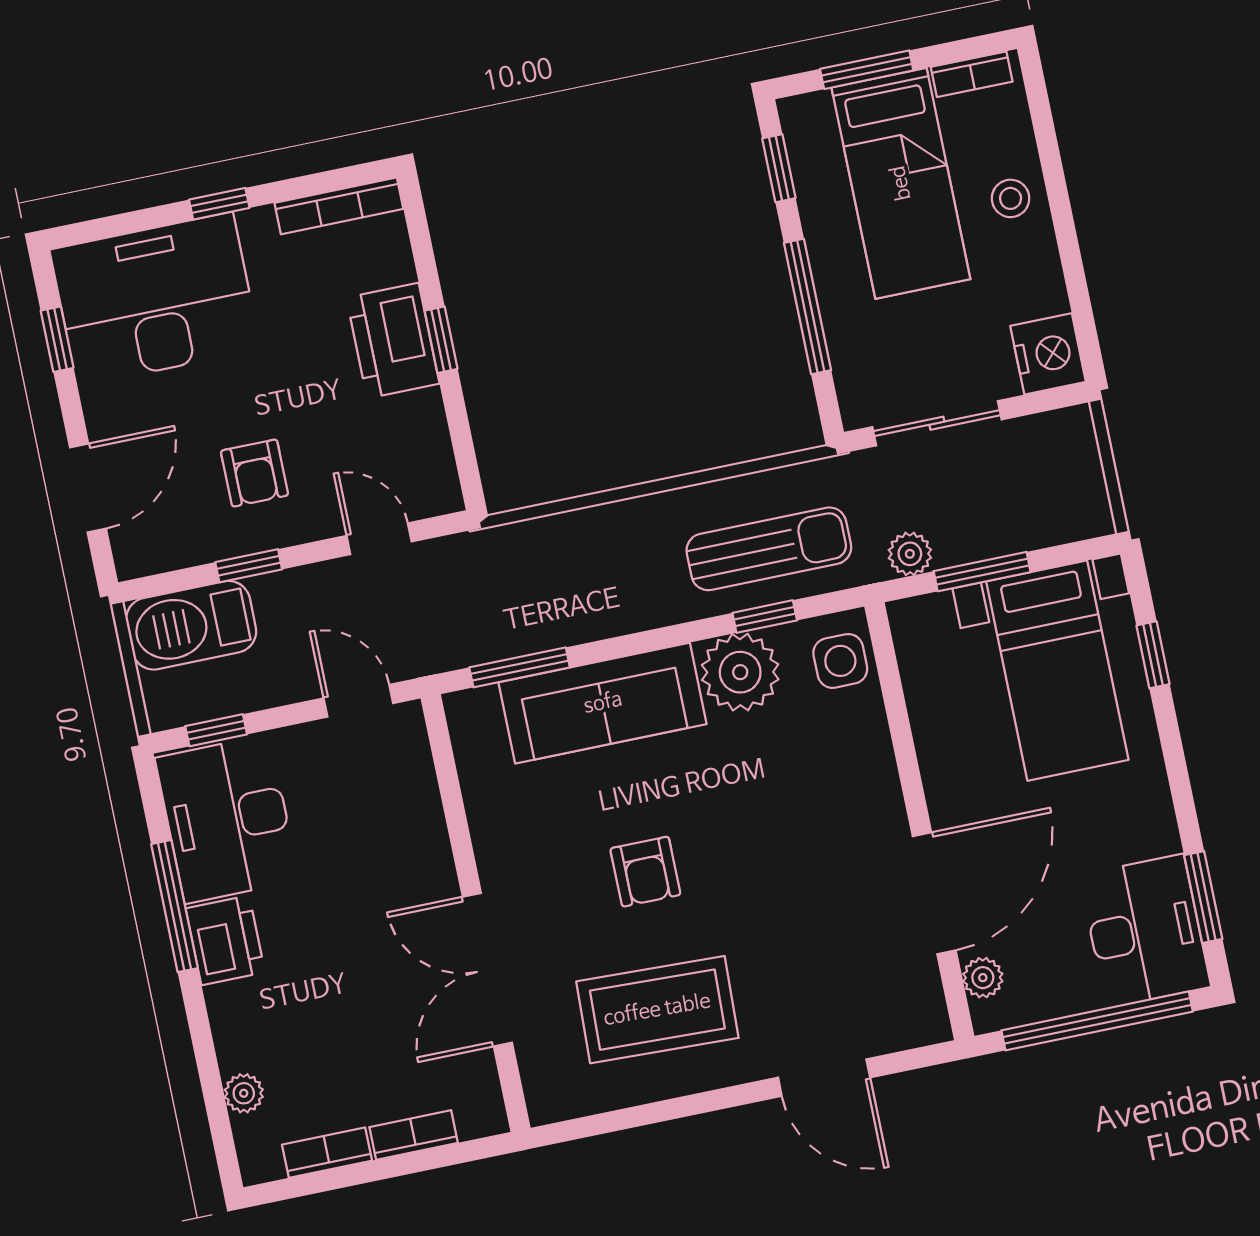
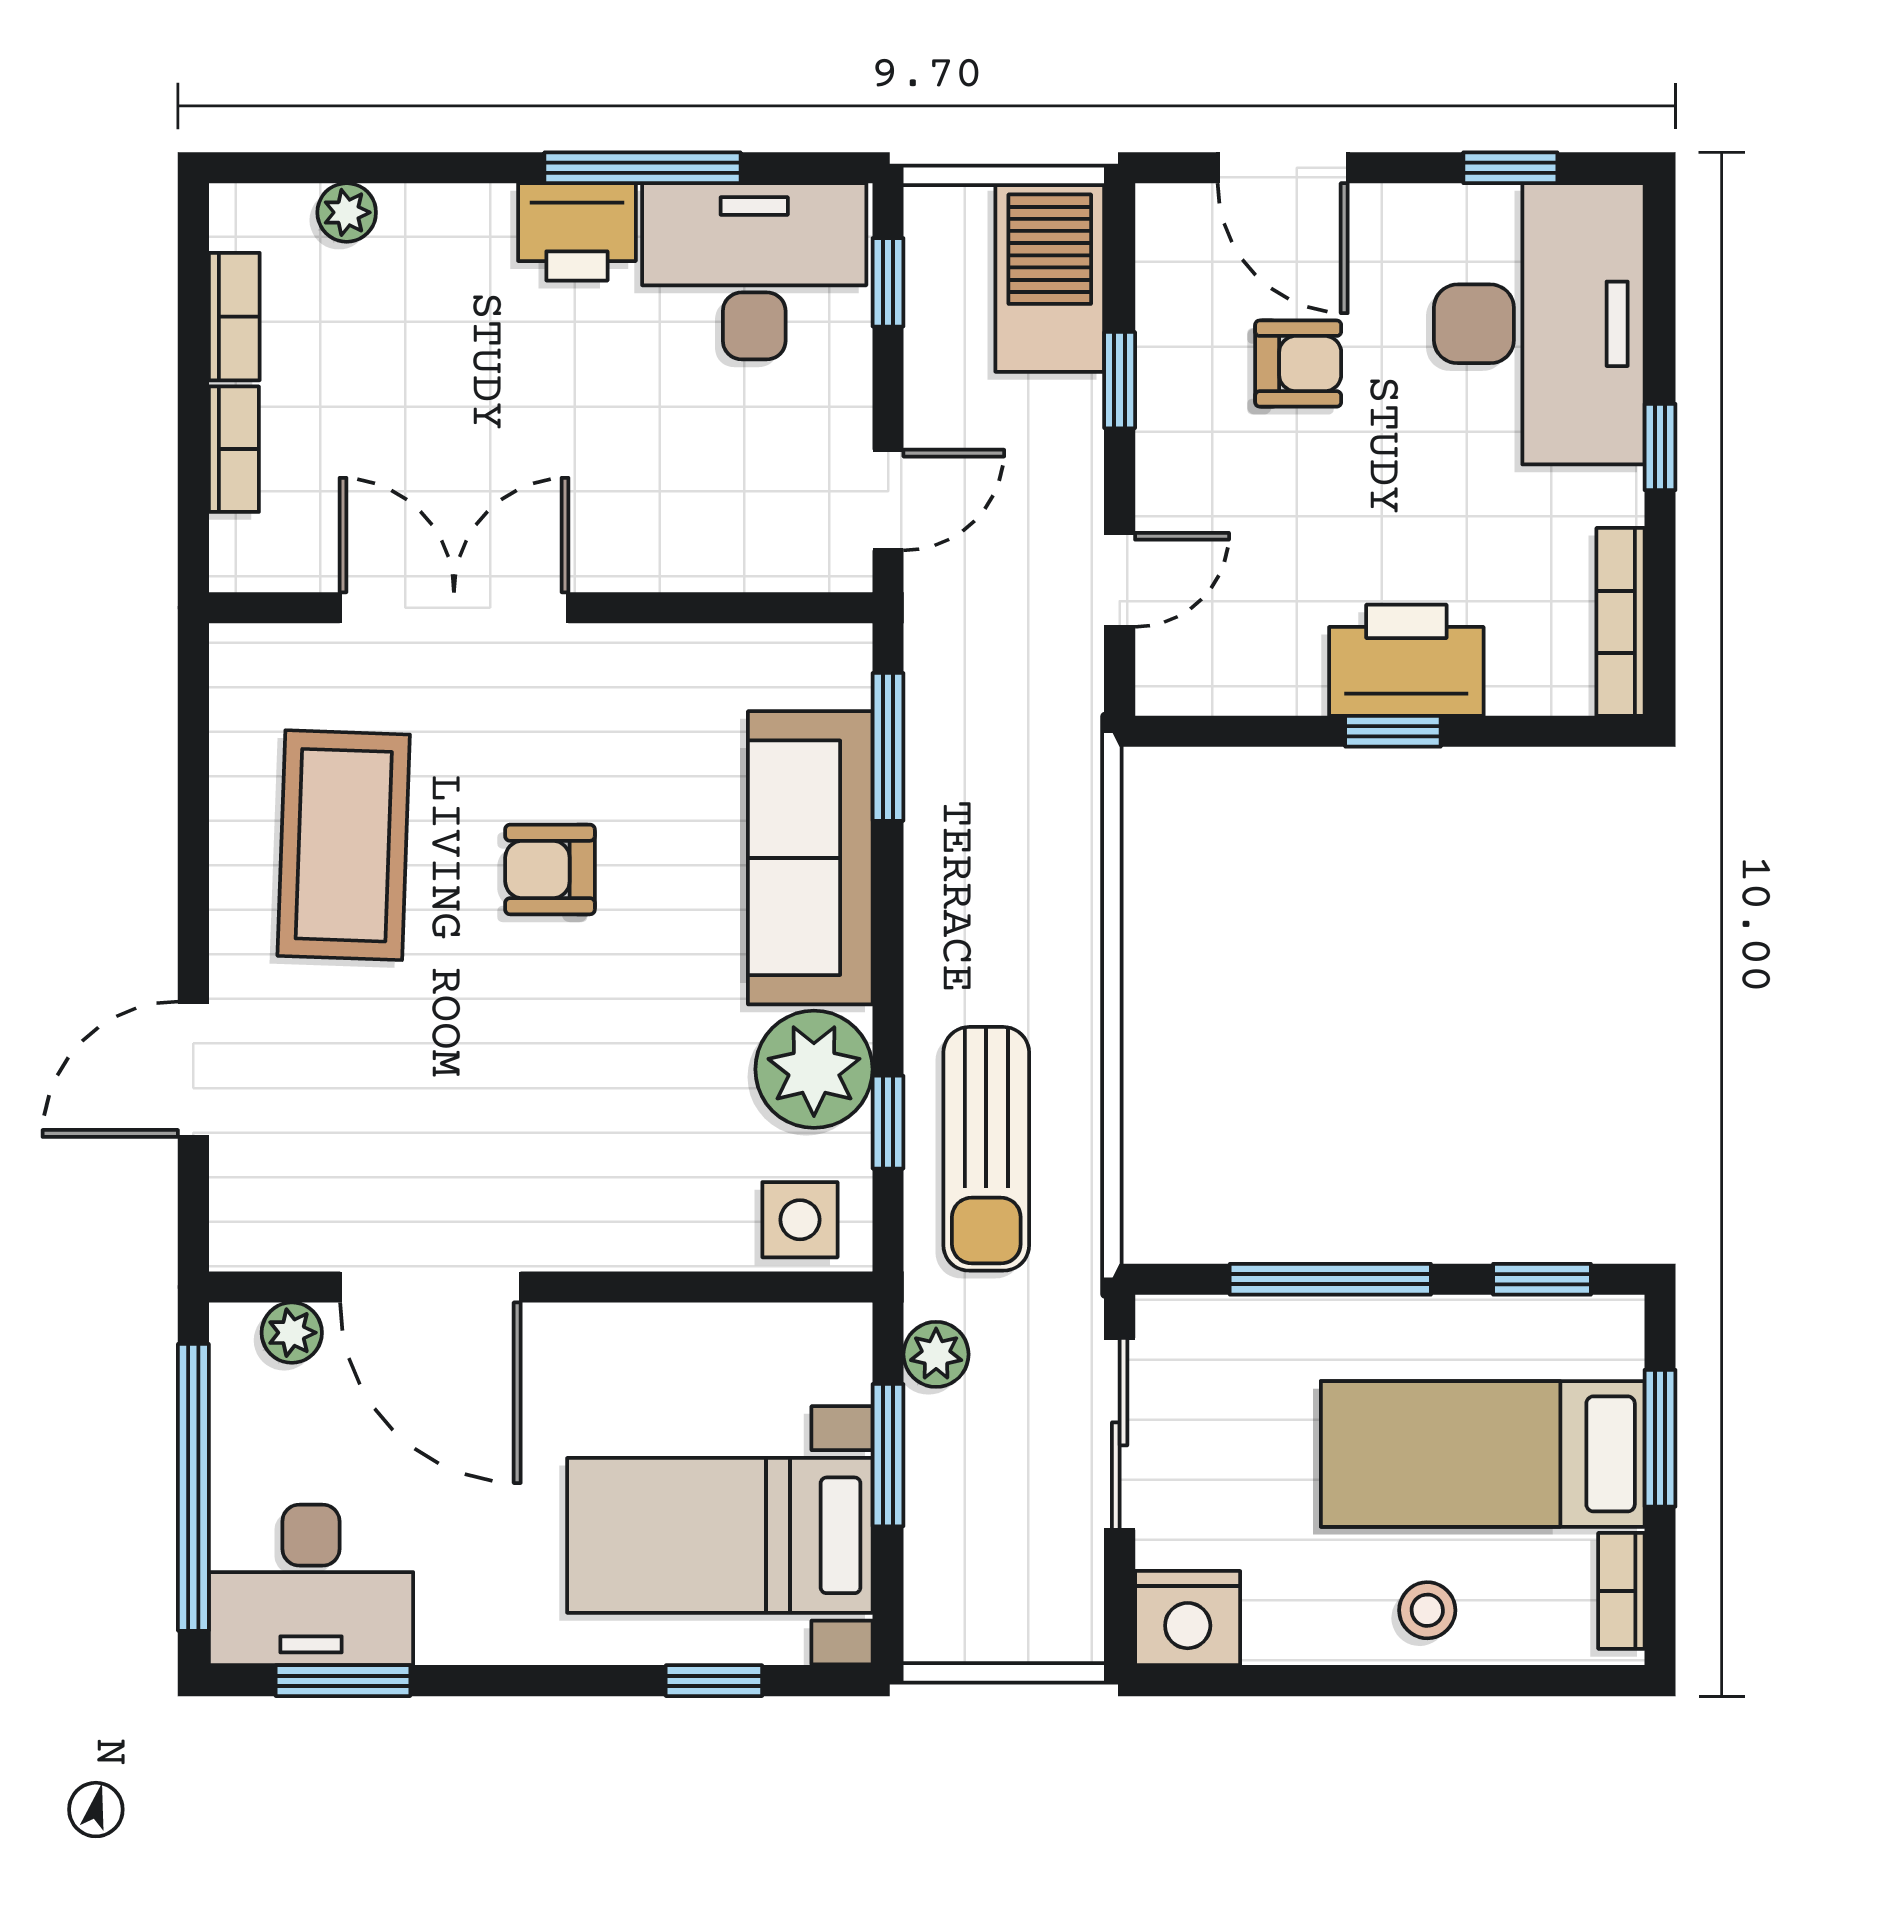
armchair: (254, 473) -> (1298, 364), moved, turned 180

